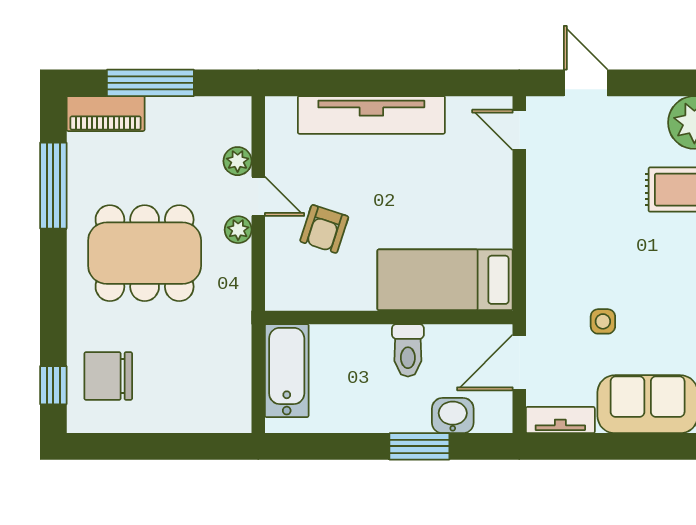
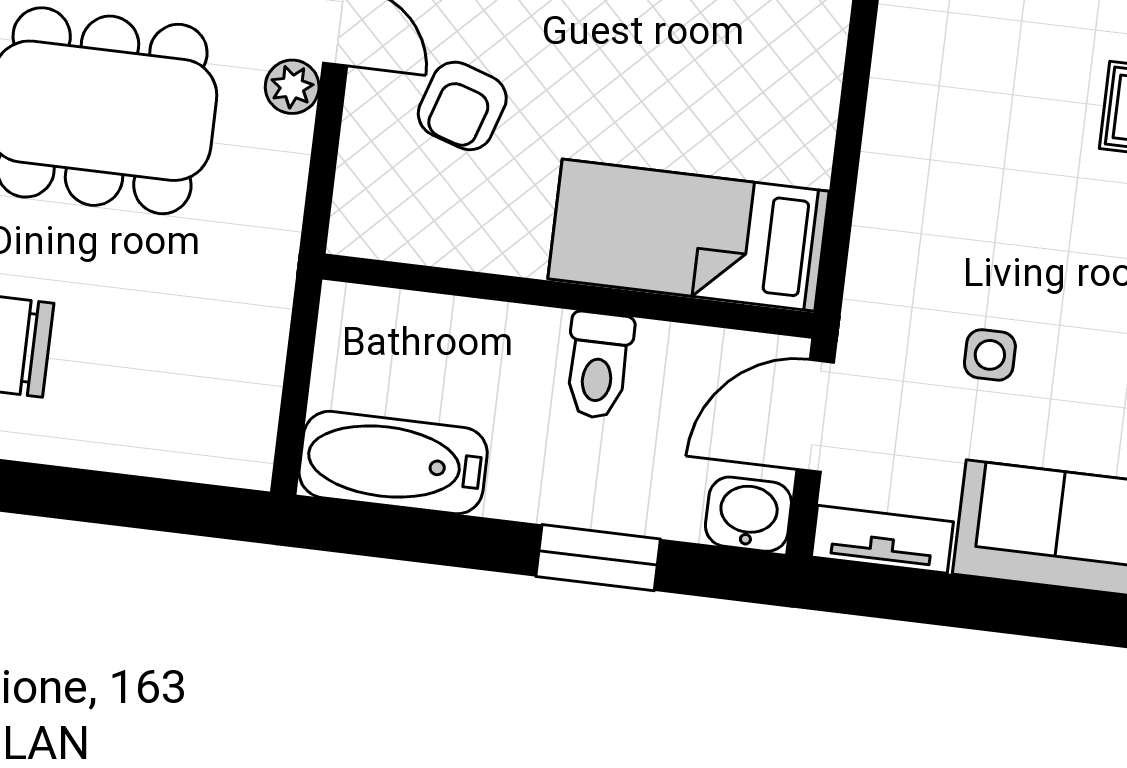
bathtub: (287, 371) -> (393, 463), moved, turned -90
washbasin: (453, 416) -> (748, 514), moved

